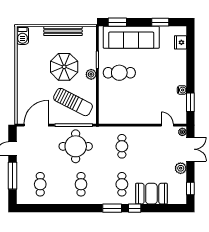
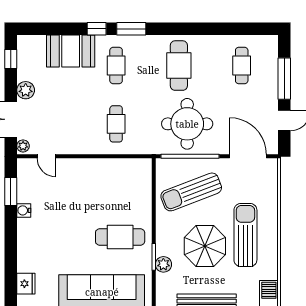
sun lounger: (38, 74) -> (245, 235), added
plant: (91, 74) -> (163, 264), moved
sun lounger: (73, 102) -> (191, 192), turned -48
door: (36, 125) -> (248, 156), swing flipped
cafe table: (81, 184) -> (179, 66), width x1.37, depth x1.35

